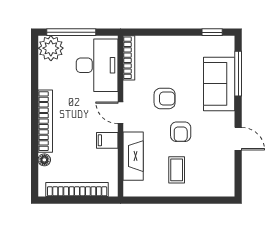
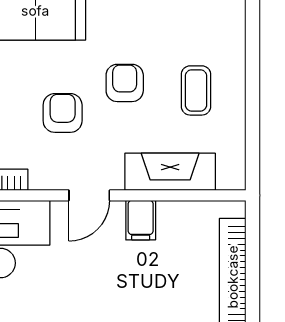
armchair: (181, 132) -> (125, 83), turned -90
coffee table: (177, 170) -> (196, 90), turned 90

